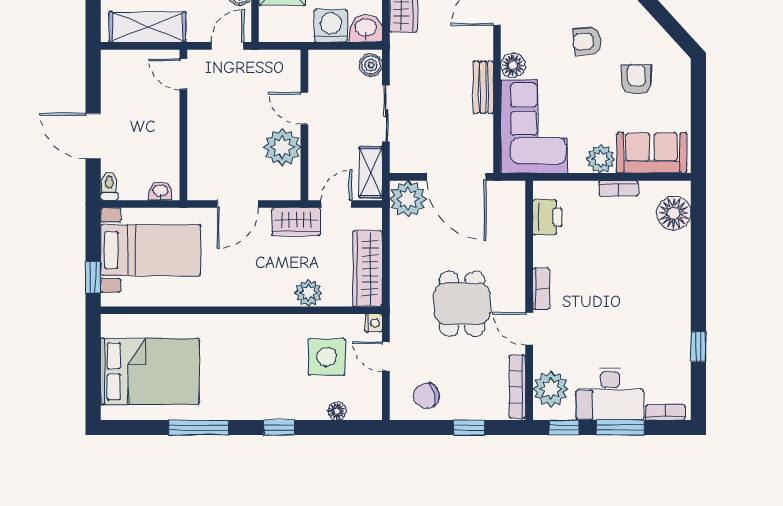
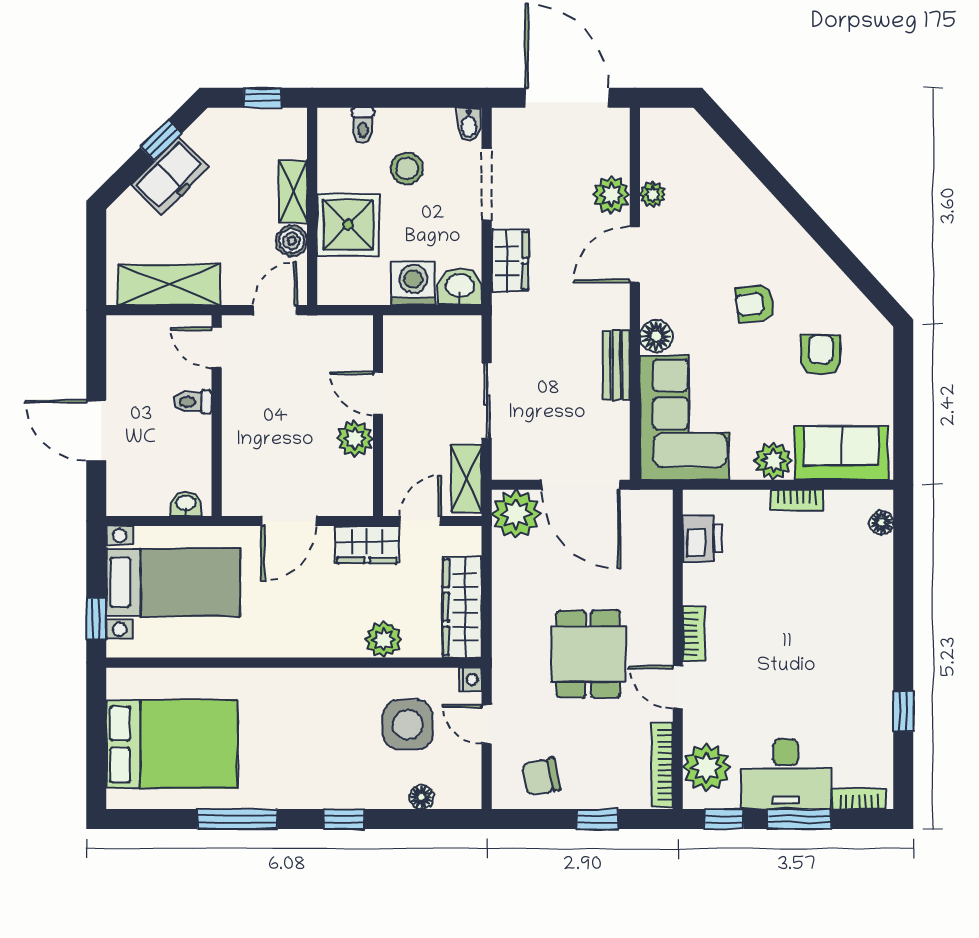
boiler: (371, 65) -> (467, 336), removed
plant: (282, 147) -> (355, 439), width x0.73, depth x0.73
toilet: (109, 186) -> (193, 402), moved, turned -90
floor lamp: (674, 213) -> (881, 523), width x0.53, depth x0.53

